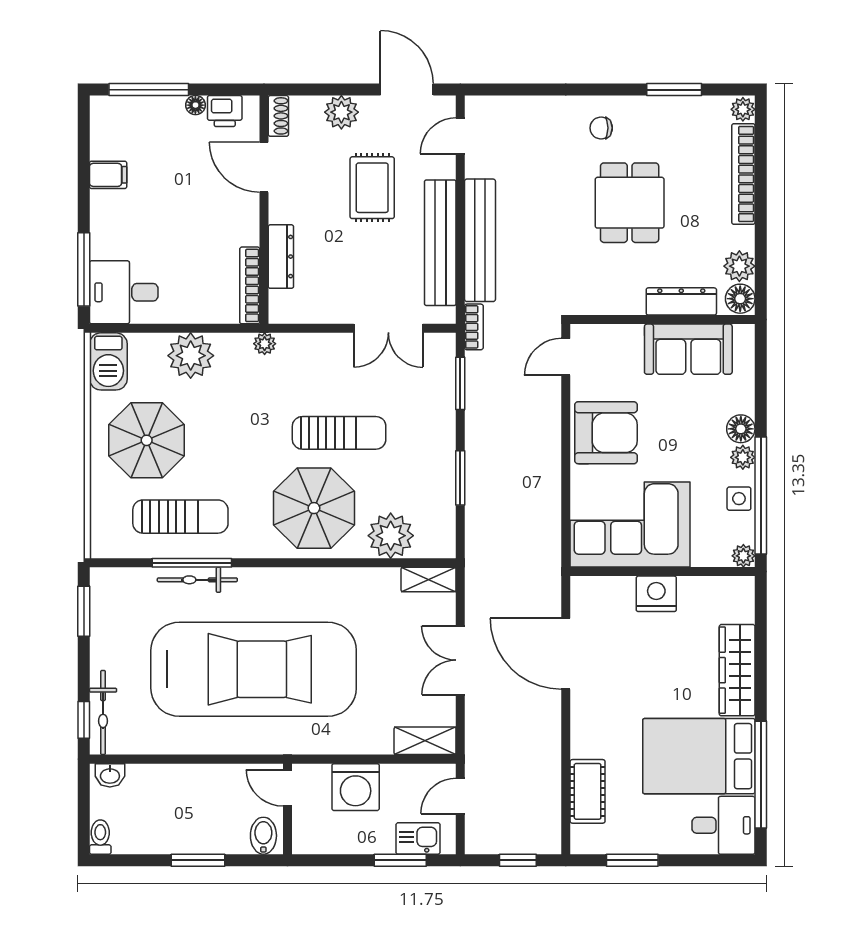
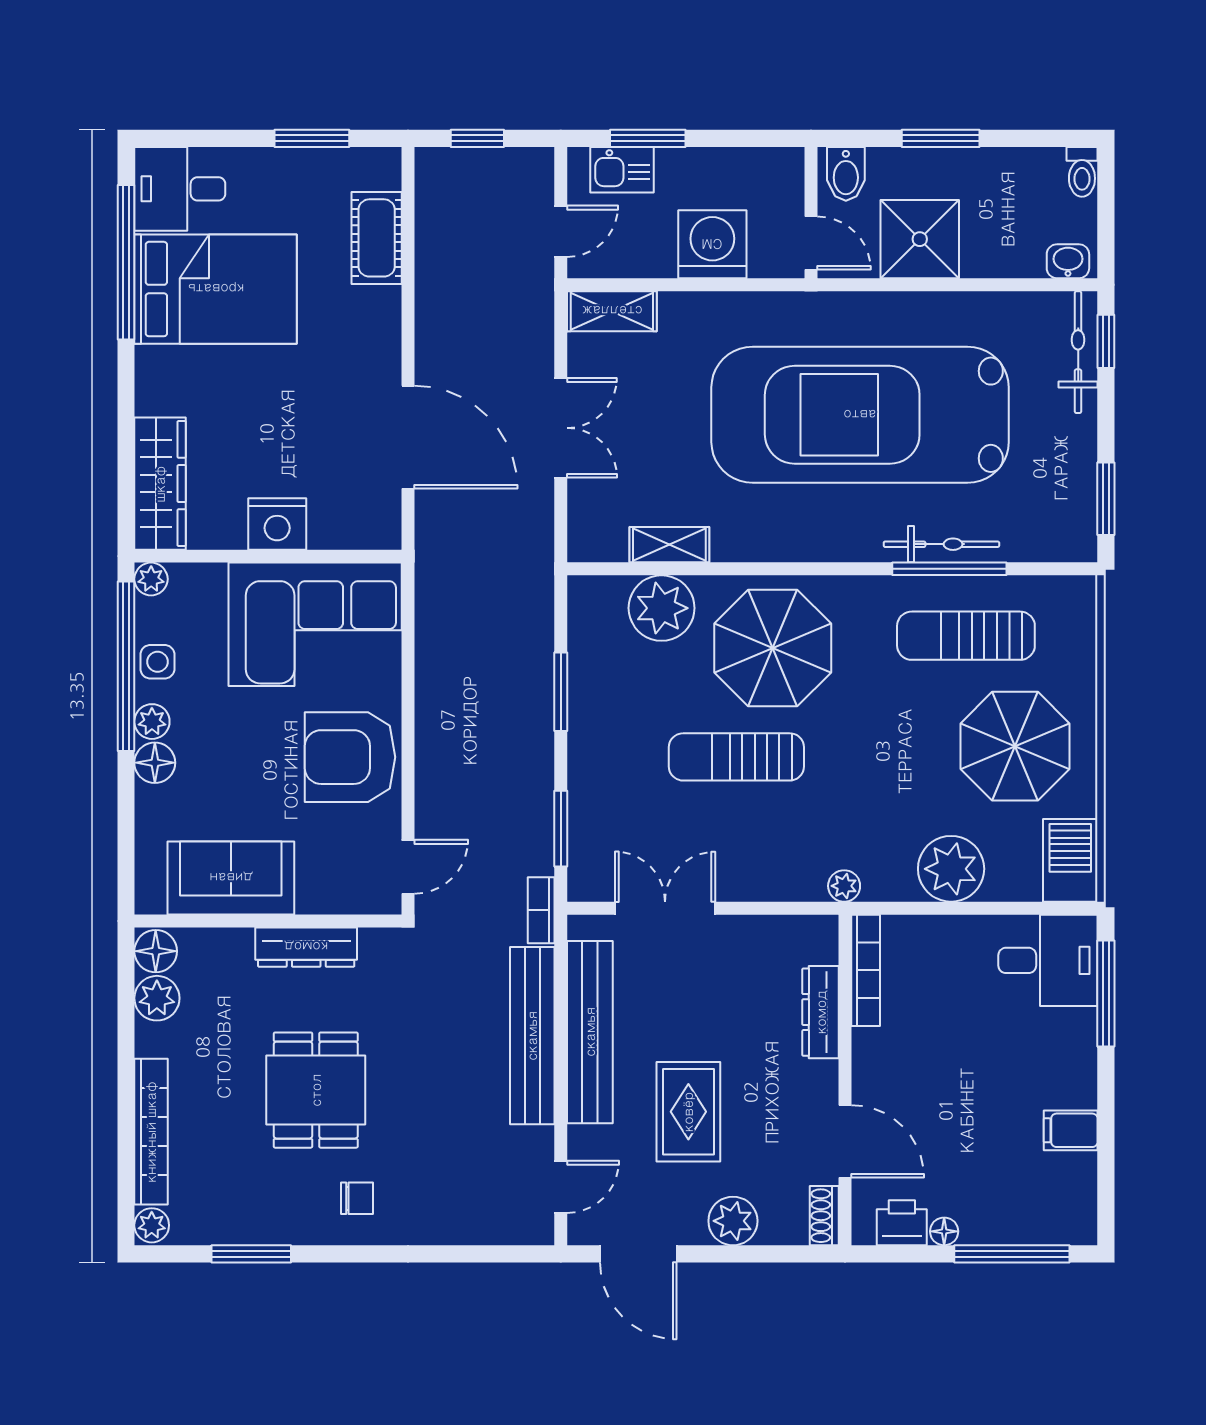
dresser: (681, 301) -> (306, 947), moved
shelving: (429, 580) -> (669, 545), moved
wardrobe: (737, 670) -> (160, 484), moved
shower: (212, 791) -> (920, 239), added

